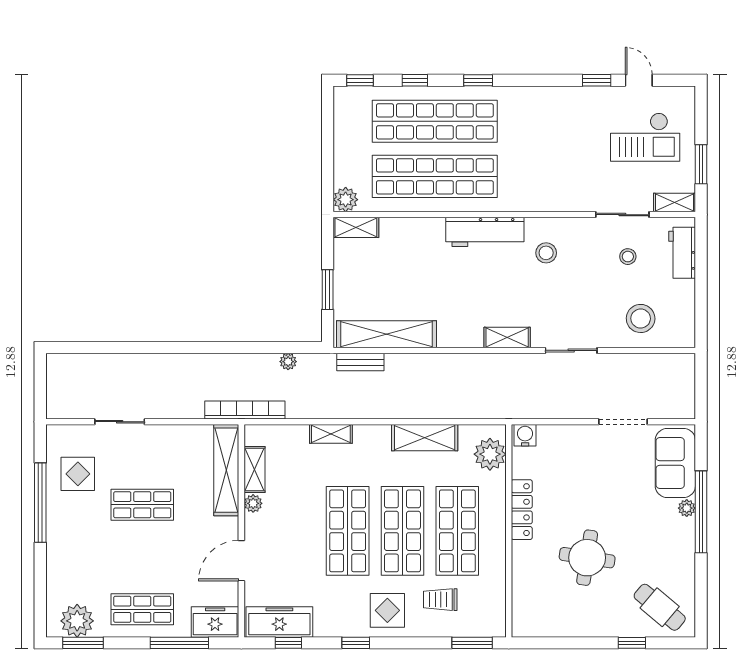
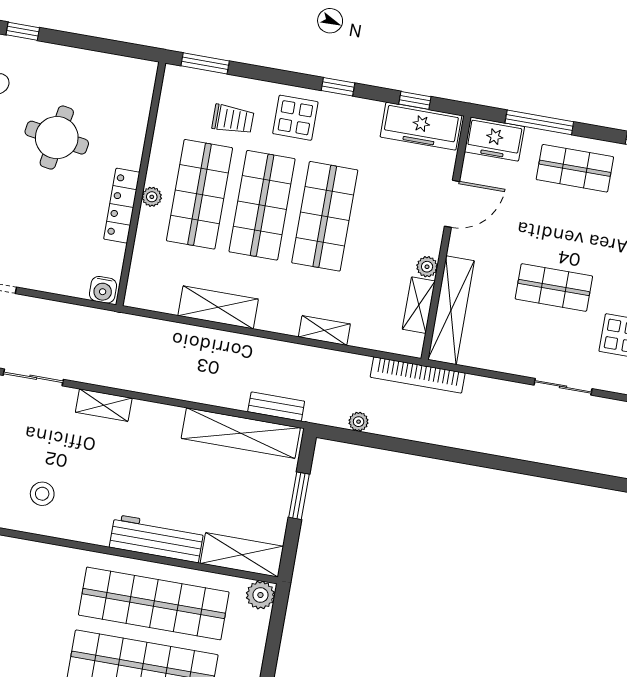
shelving: (356, 227) -> (242, 555), width x1.50, depth x1.33
workbench: (485, 232) -> (157, 539), moved
plant: (490, 454) -> (152, 197), moved, width x0.53, depth x0.53

